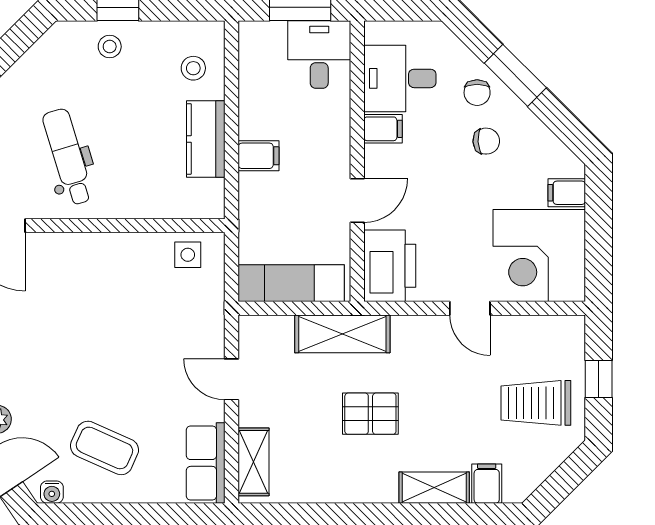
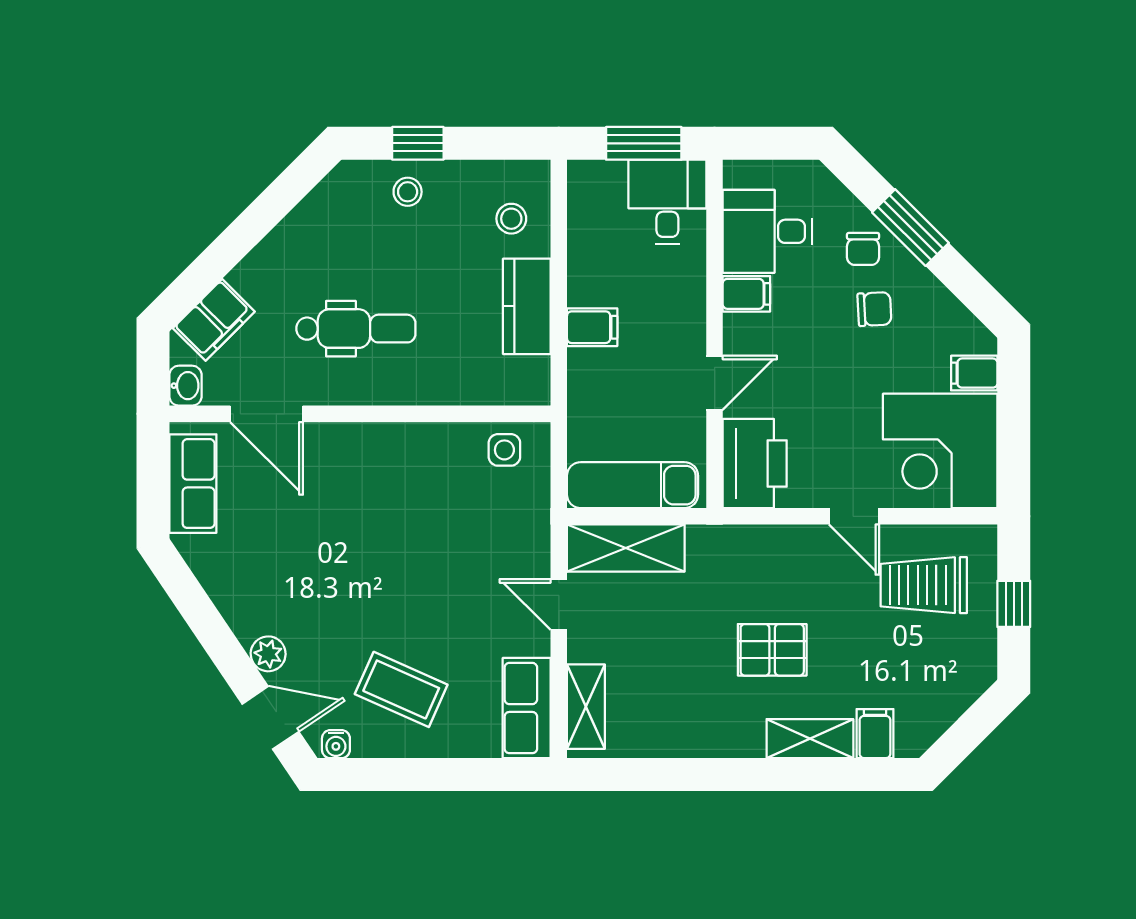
dental chair: (68, 157) -> (356, 329), turned 107
shelving: (342, 334) -> (626, 548), moved
trolley: (536, 403) -> (924, 585), moved
pallet: (370, 414) -> (772, 650), moved

